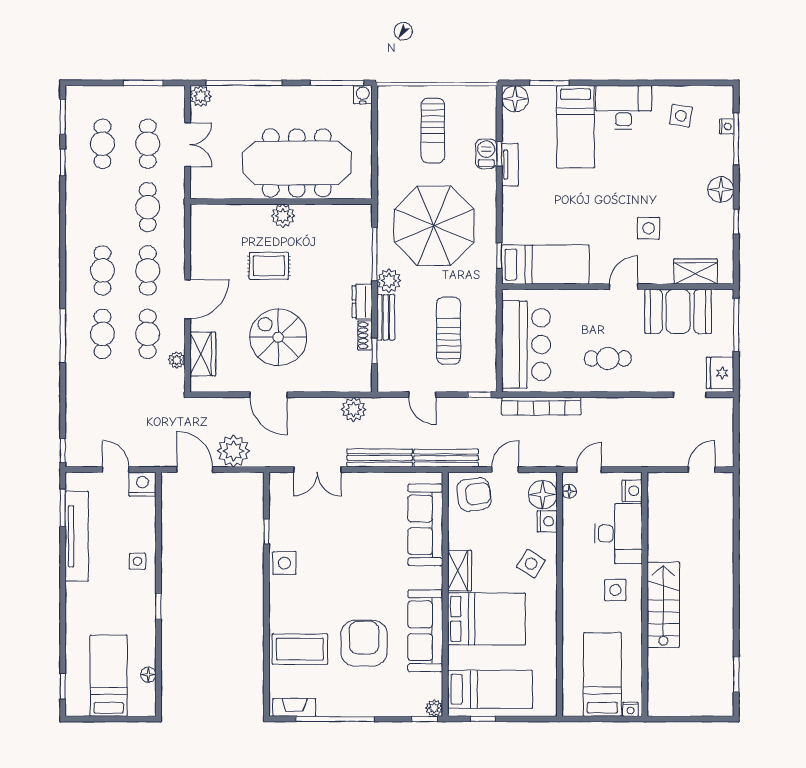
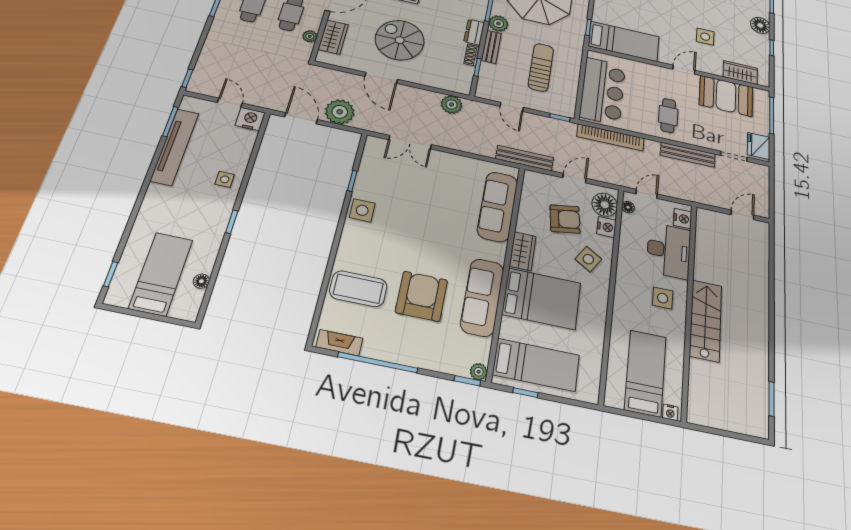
cafe table: (608, 359) -> (668, 116), turned 90
bench: (380, 458) -> (688, 155), moved
armchair: (474, 494) -> (565, 219), moved

